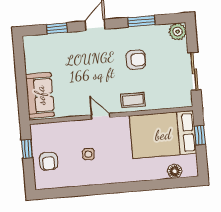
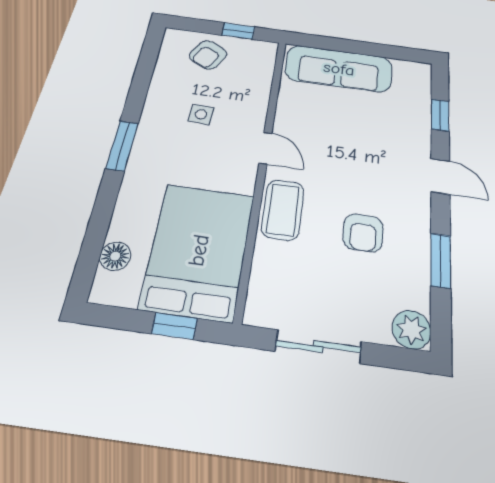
sofa: (40, 95) -> (339, 69), width x1.36
coffee table: (133, 100) -> (283, 210), width x1.36, depth x1.30
door: (101, 116) -> (265, 148), hinge flipped
armchair: (48, 161) -> (208, 55), turned -63
window: (117, 188) -> (122, 146), added

